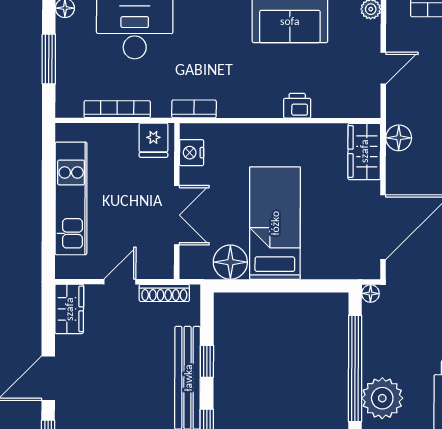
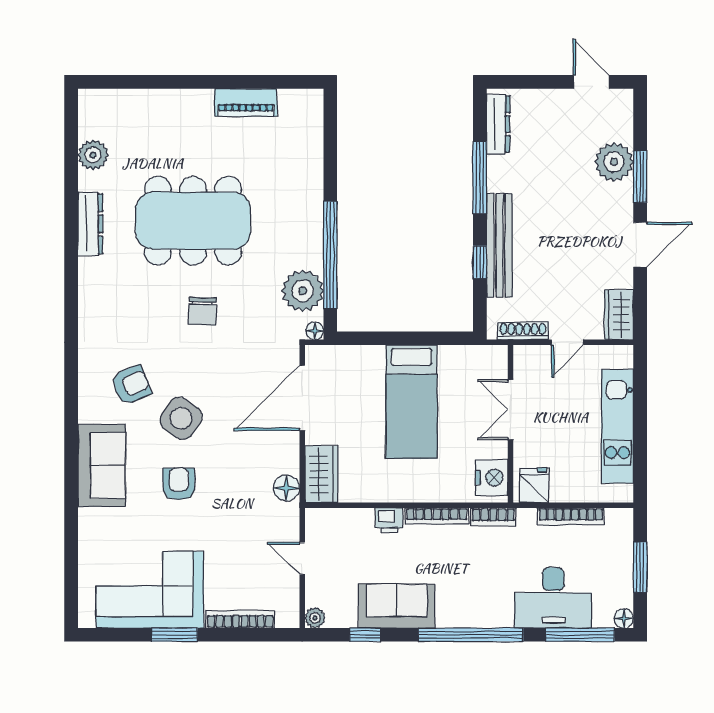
door: (383, 68) -> (302, 558), hinge flipped
bookcase: (250, 110) -> (437, 516), added
nightstand: (192, 153) -> (492, 478), width x1.36, depth x1.33
floor lamp: (230, 262) -> (456, 362), removed
plant: (382, 398) -> (303, 291), moved

